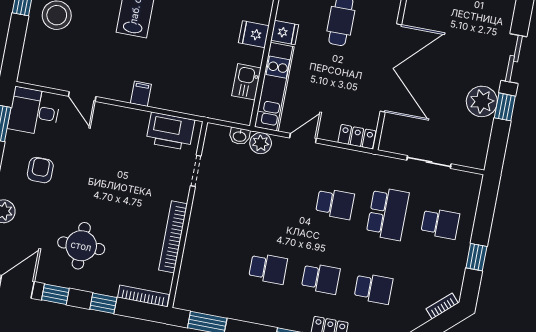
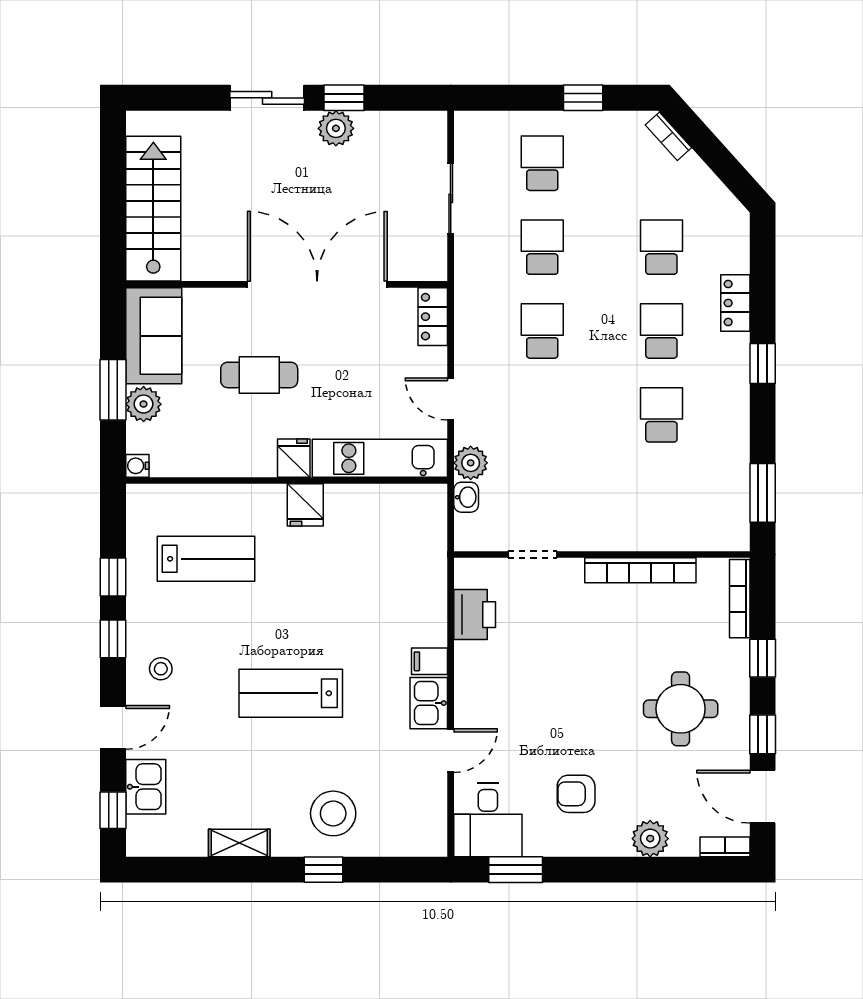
kitchen sink: (246, 82) -> (429, 703), moved, turned 90
plant: (482, 101) -> (336, 128), width x0.73, depth x0.73
printer: (170, 131) -> (475, 615), width x0.73, depth x0.84
school desk: (388, 214) -> (542, 247), width x0.54

